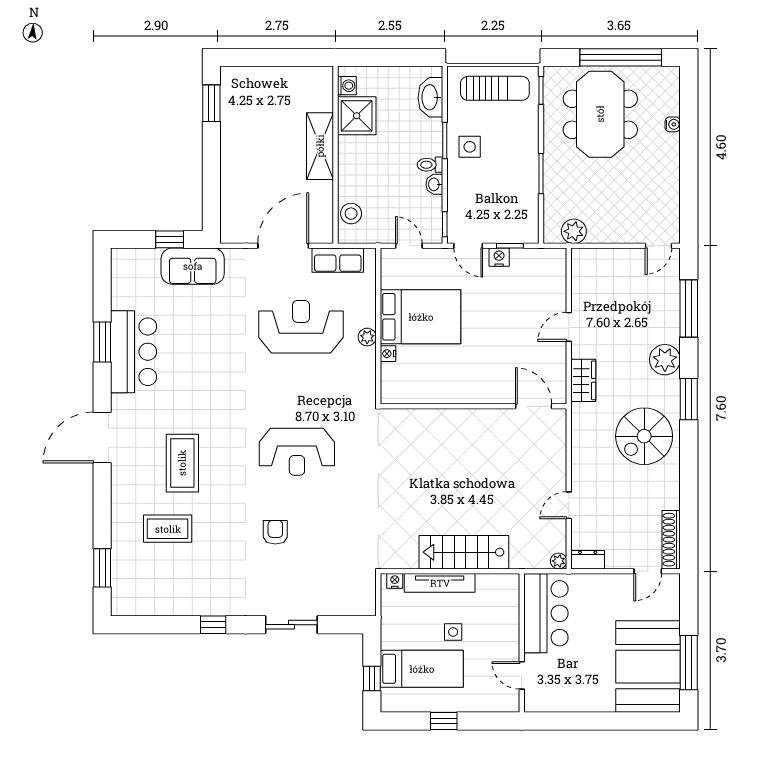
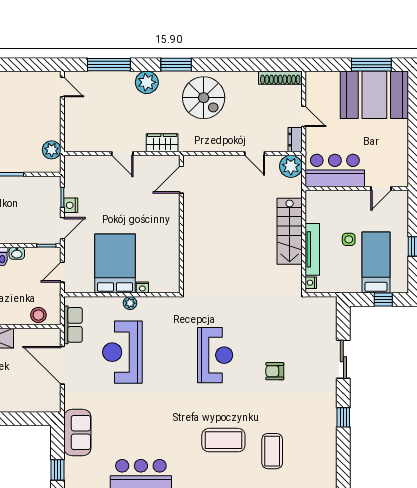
window: (170, 239) -> (58, 470), moved
plant: (559, 561) -> (291, 166), width x1.88, depth x1.88
door: (648, 571) -> (304, 116), moved

